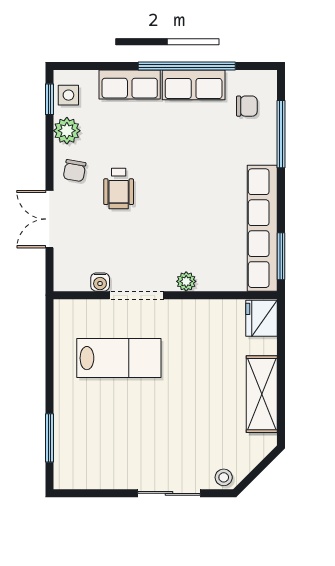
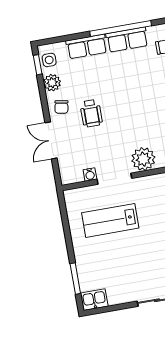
plant: (186, 281) -> (143, 159), width x1.88, depth x1.88
lab bench: (119, 358) -> (110, 220), turned 180
kitchen sink: (73, 475) -> (94, 300), added

